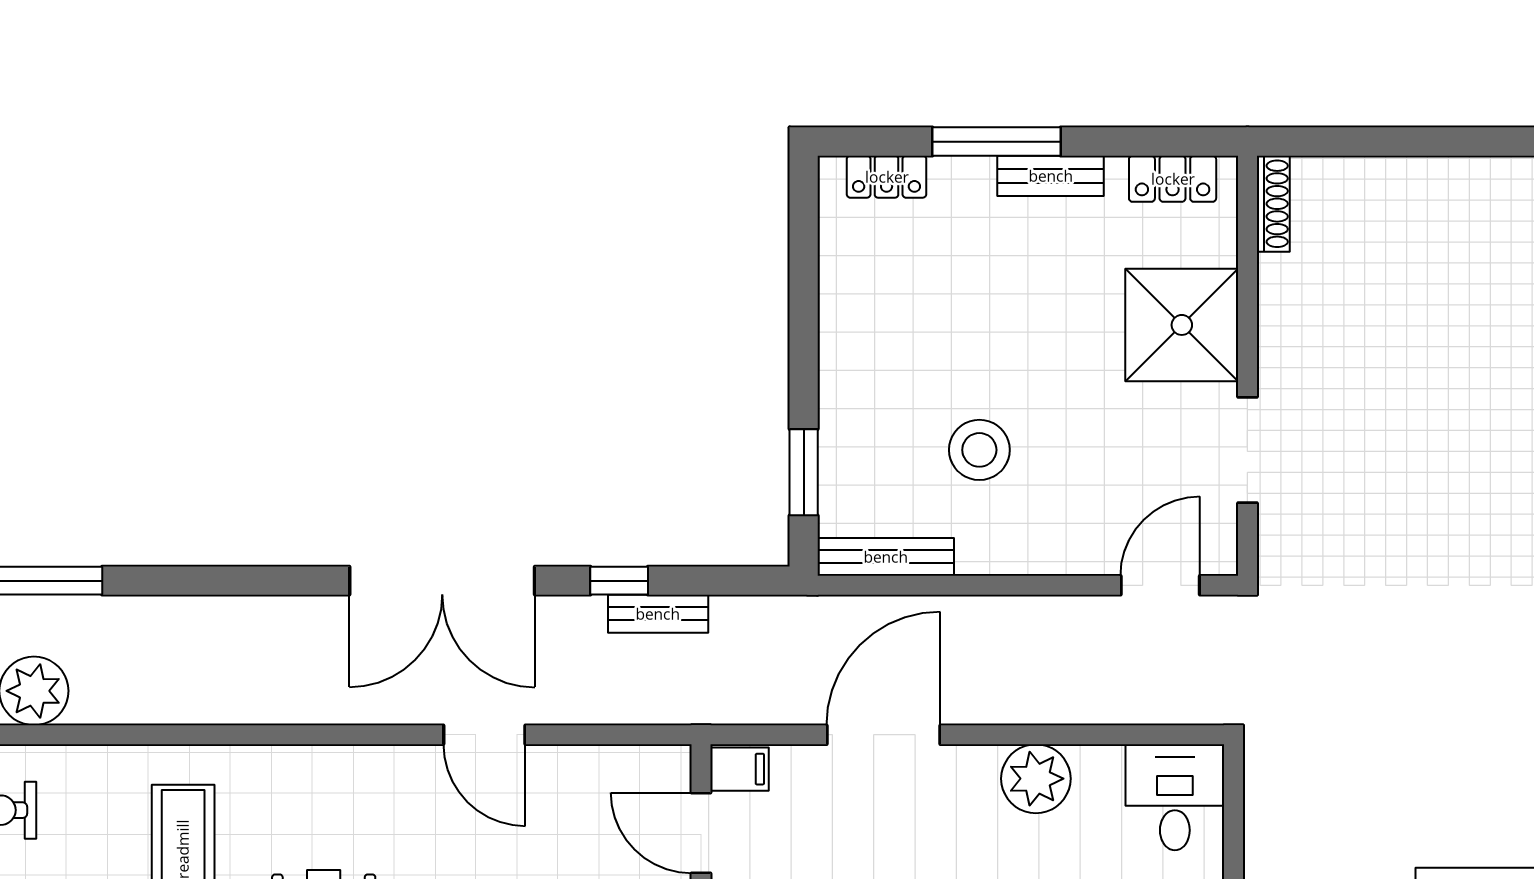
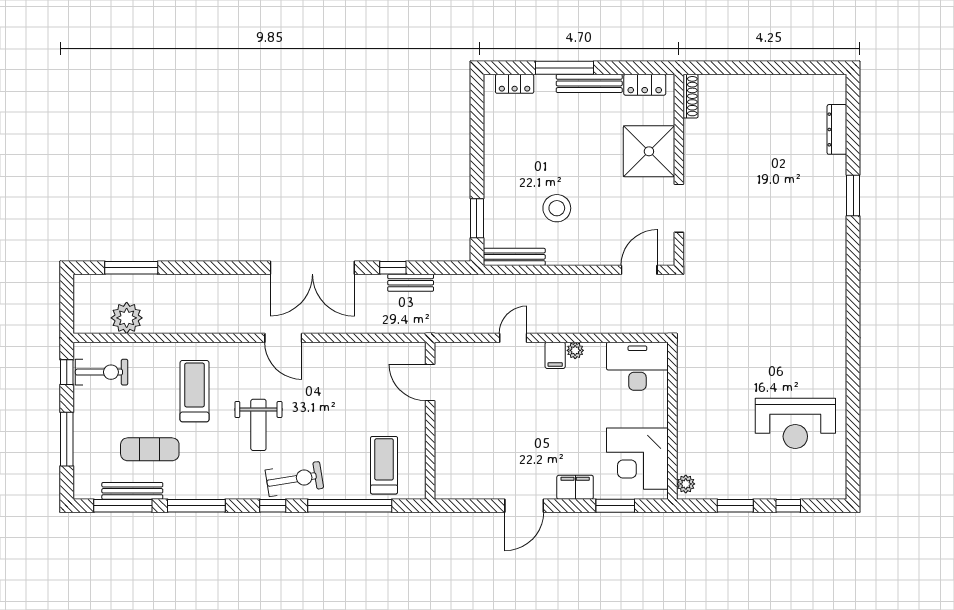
bench: (1051, 176) -> (589, 83), width x1.36
door: (484, 735) -> (283, 338), moved
door: (883, 735) -> (513, 338), width x0.53
filing cabinet: (739, 769) -> (555, 355), moved, turned 90
plant: (1036, 779) -> (575, 350), width x0.53, depth x0.53
desk: (1175, 797) -> (637, 366), width x1.37

